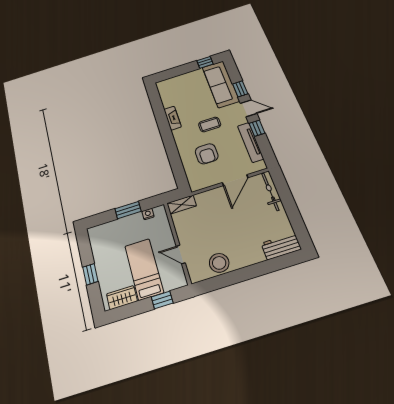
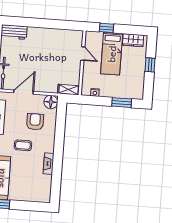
floor lamp: (197, 182) -> (51, 102), added
window: (128, 210) -> (122, 103), moved
stool: (219, 263) -> (59, 37), removed

